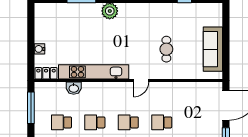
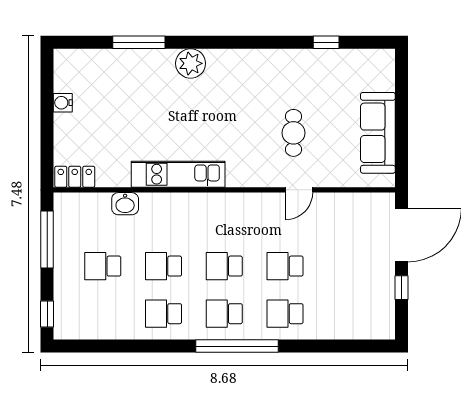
water cooler: (39, 49) -> (63, 103), moved
kitchen unit: (94, 72) -> (178, 174), width x0.73
door: (141, 81) -> (299, 190), moved

